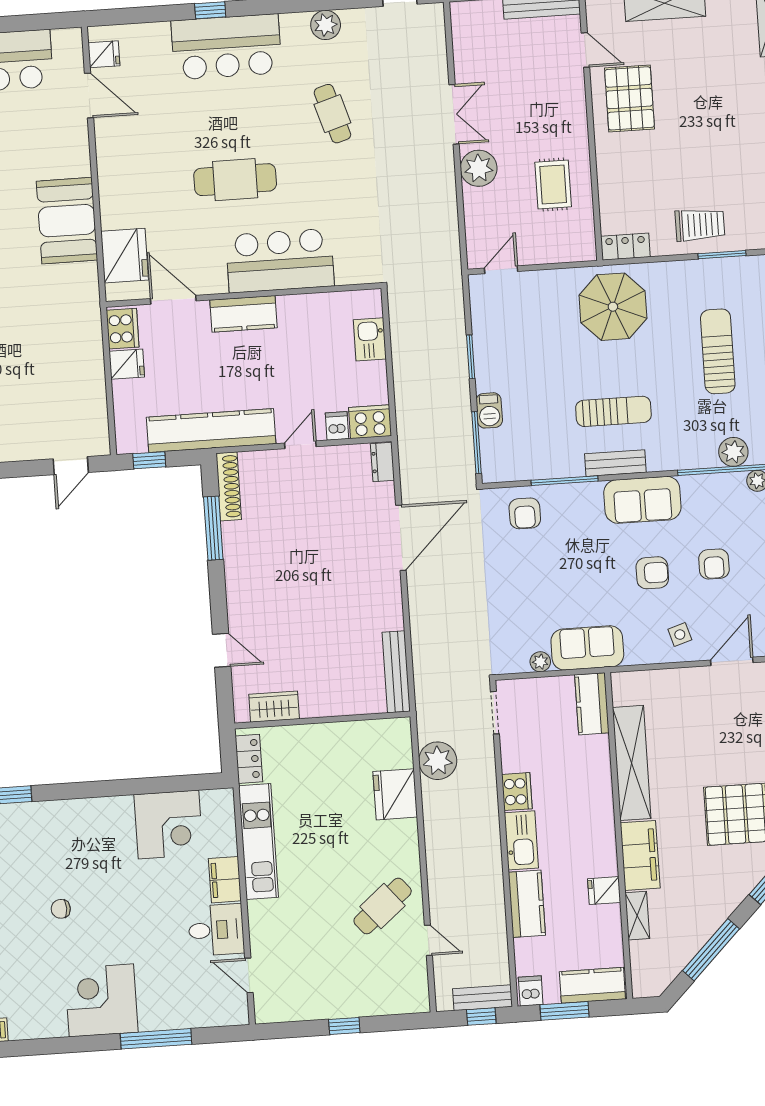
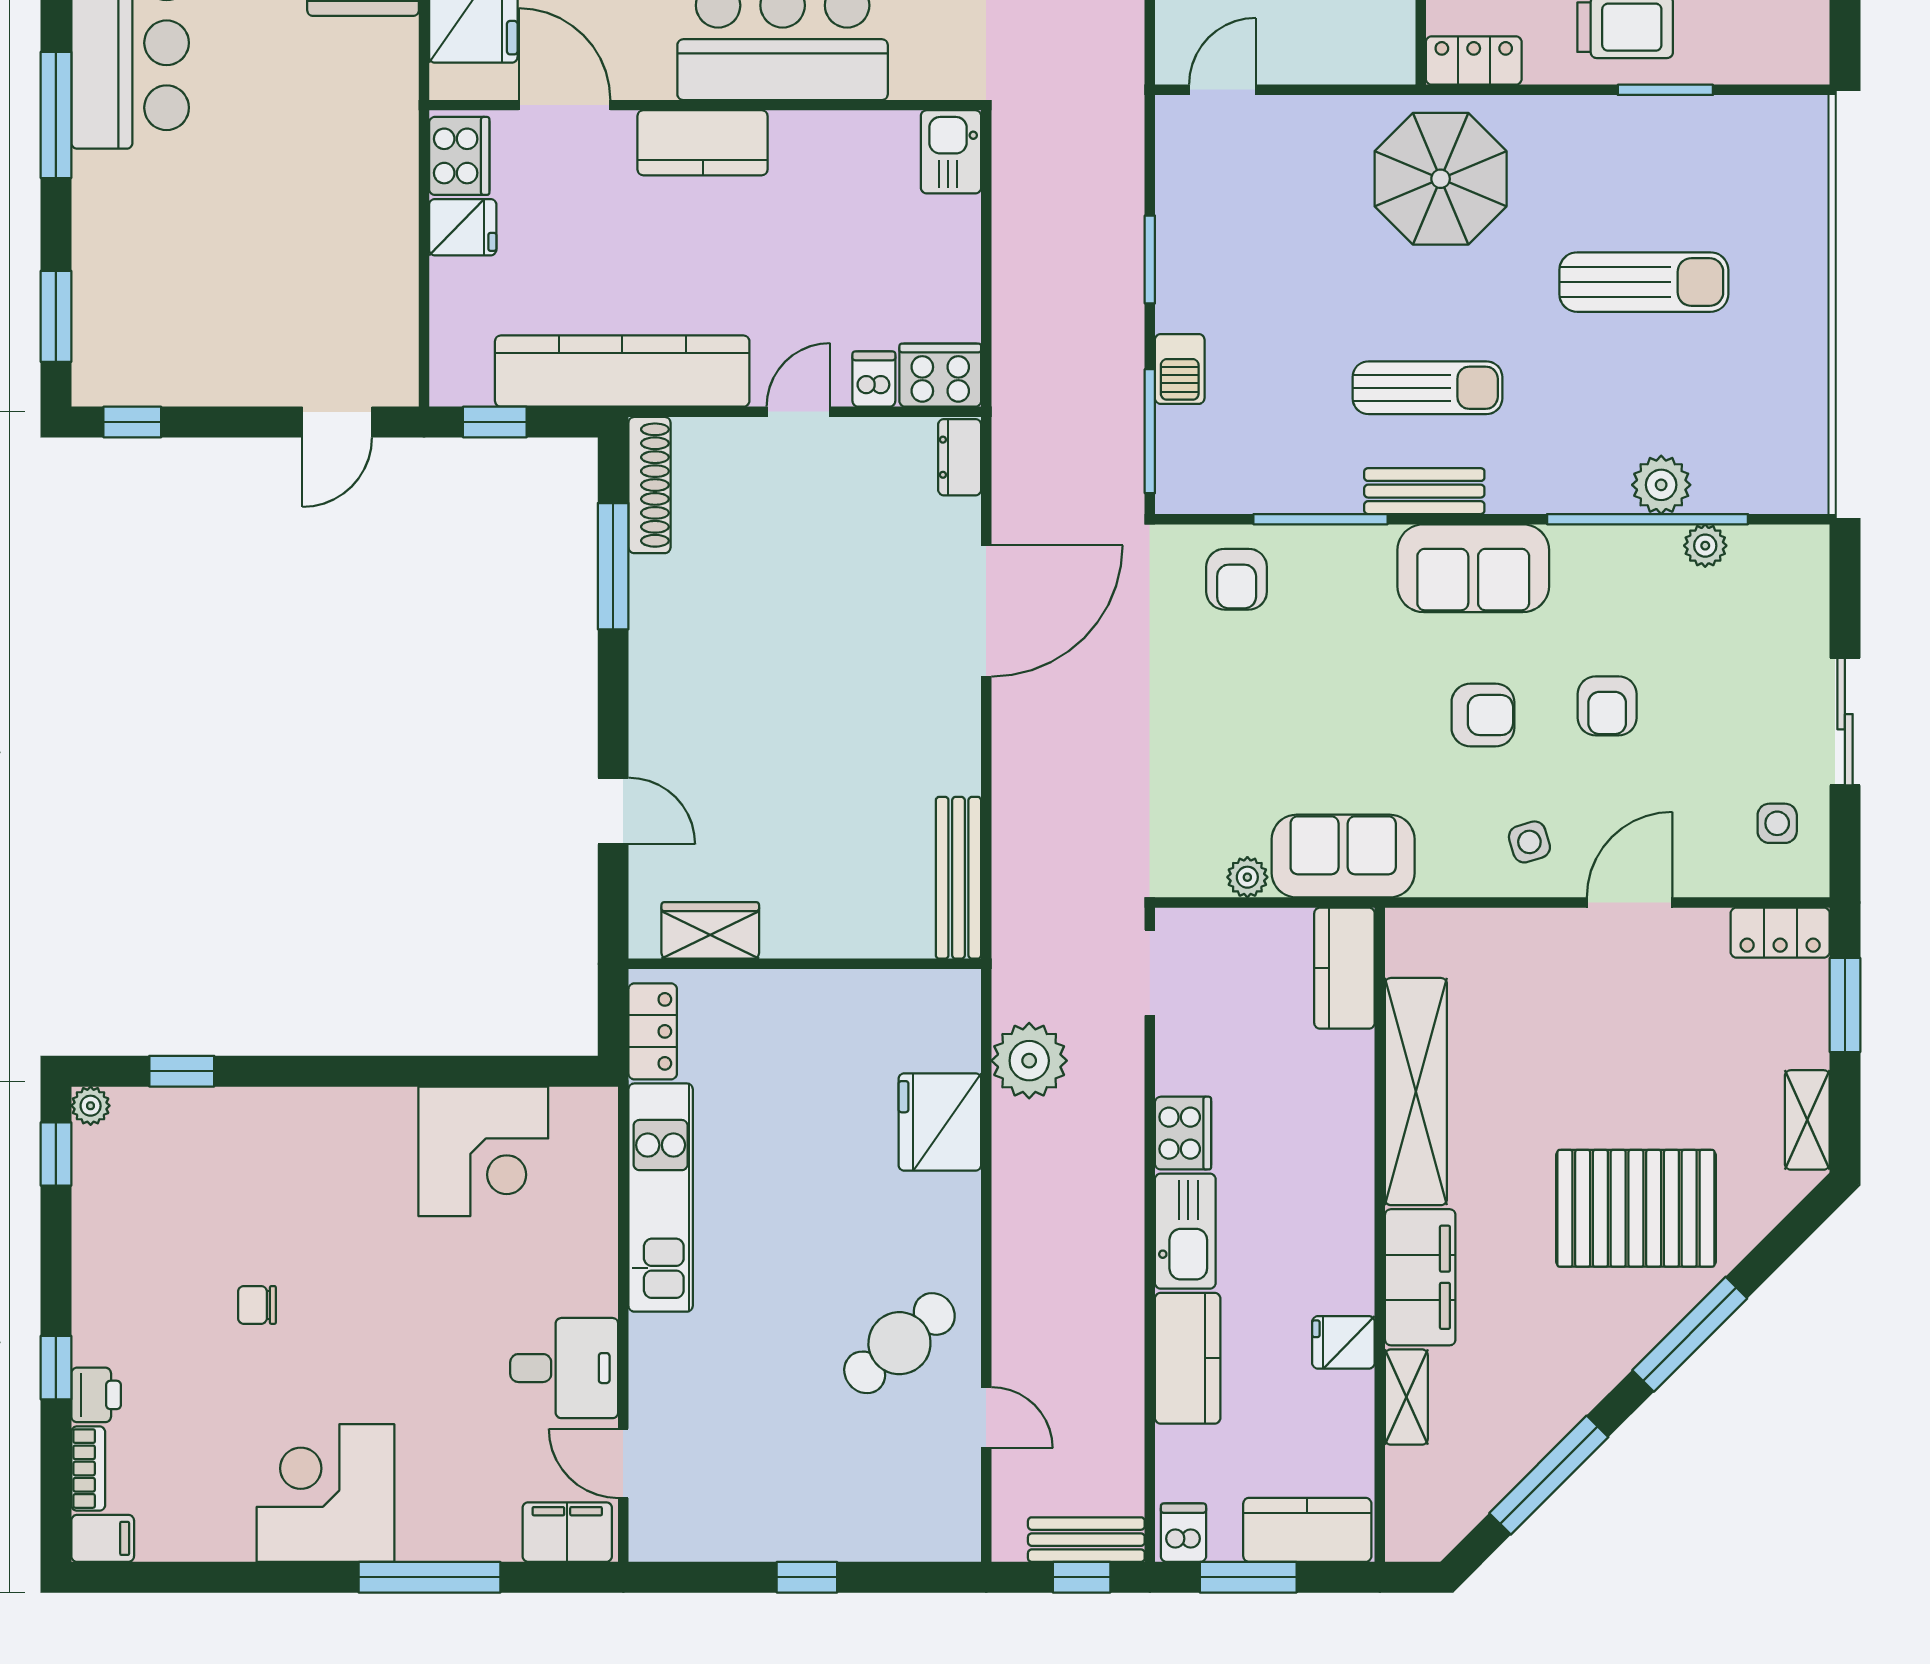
kitchen sink: (370, 339) -> (951, 152), moved
sun lounger: (718, 351) -> (1644, 282), turned 90
filing cabinet: (225, 880) -> (567, 1532), moved, turned 90

